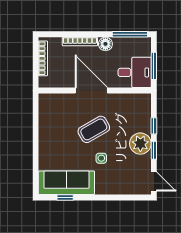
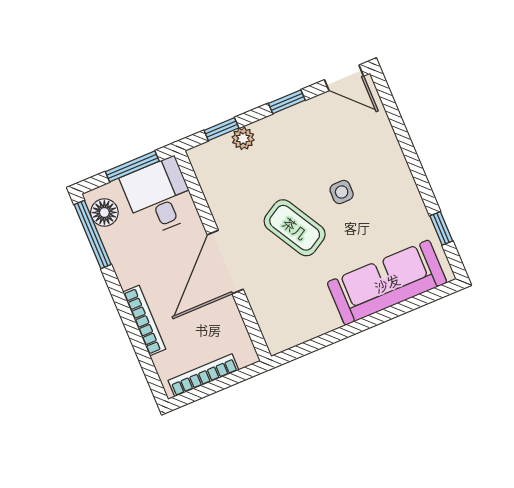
floor lamp: (105, 44) -> (104, 213), moved
window: (154, 126) -> (221, 129), moved
plant: (140, 144) -> (243, 138), moved, width x0.53, depth x0.53
door: (154, 181) -> (344, 78), swing flipped
sofa: (66, 183) -> (387, 283), moved, turned 90

